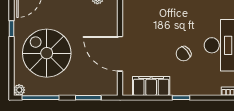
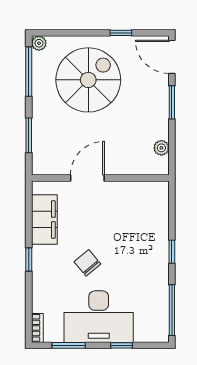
door: (120, 54) -> (87, 178), width x0.73

